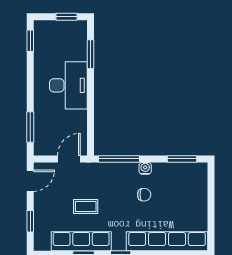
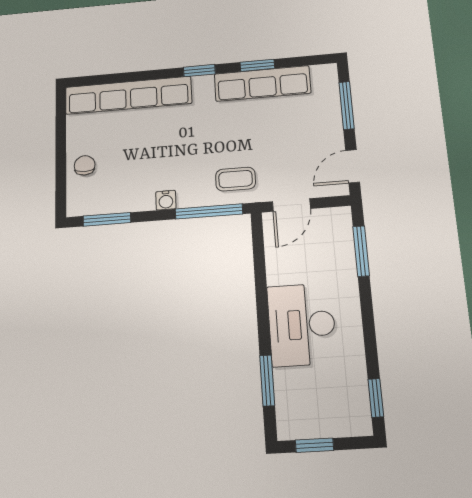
chair: (144, 195) -> (85, 165), moved, turned 90
coffee table: (86, 207) -> (236, 179), moved
window: (30, 221) -> (347, 105), width x1.50

